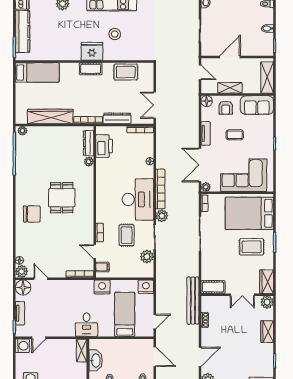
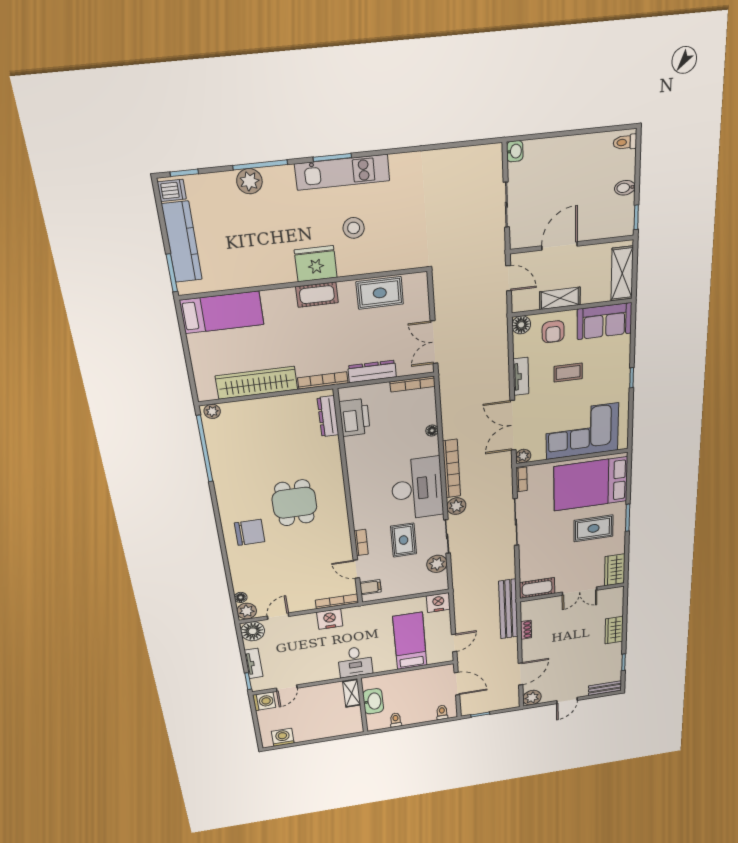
plant: (89, 162) -> (332, 444), removed
door: (41, 279) -> (278, 616), hinge flipped
nightstand: (102, 287) -> (330, 619), moved
plant: (267, 302) -> (615, 595), removed

